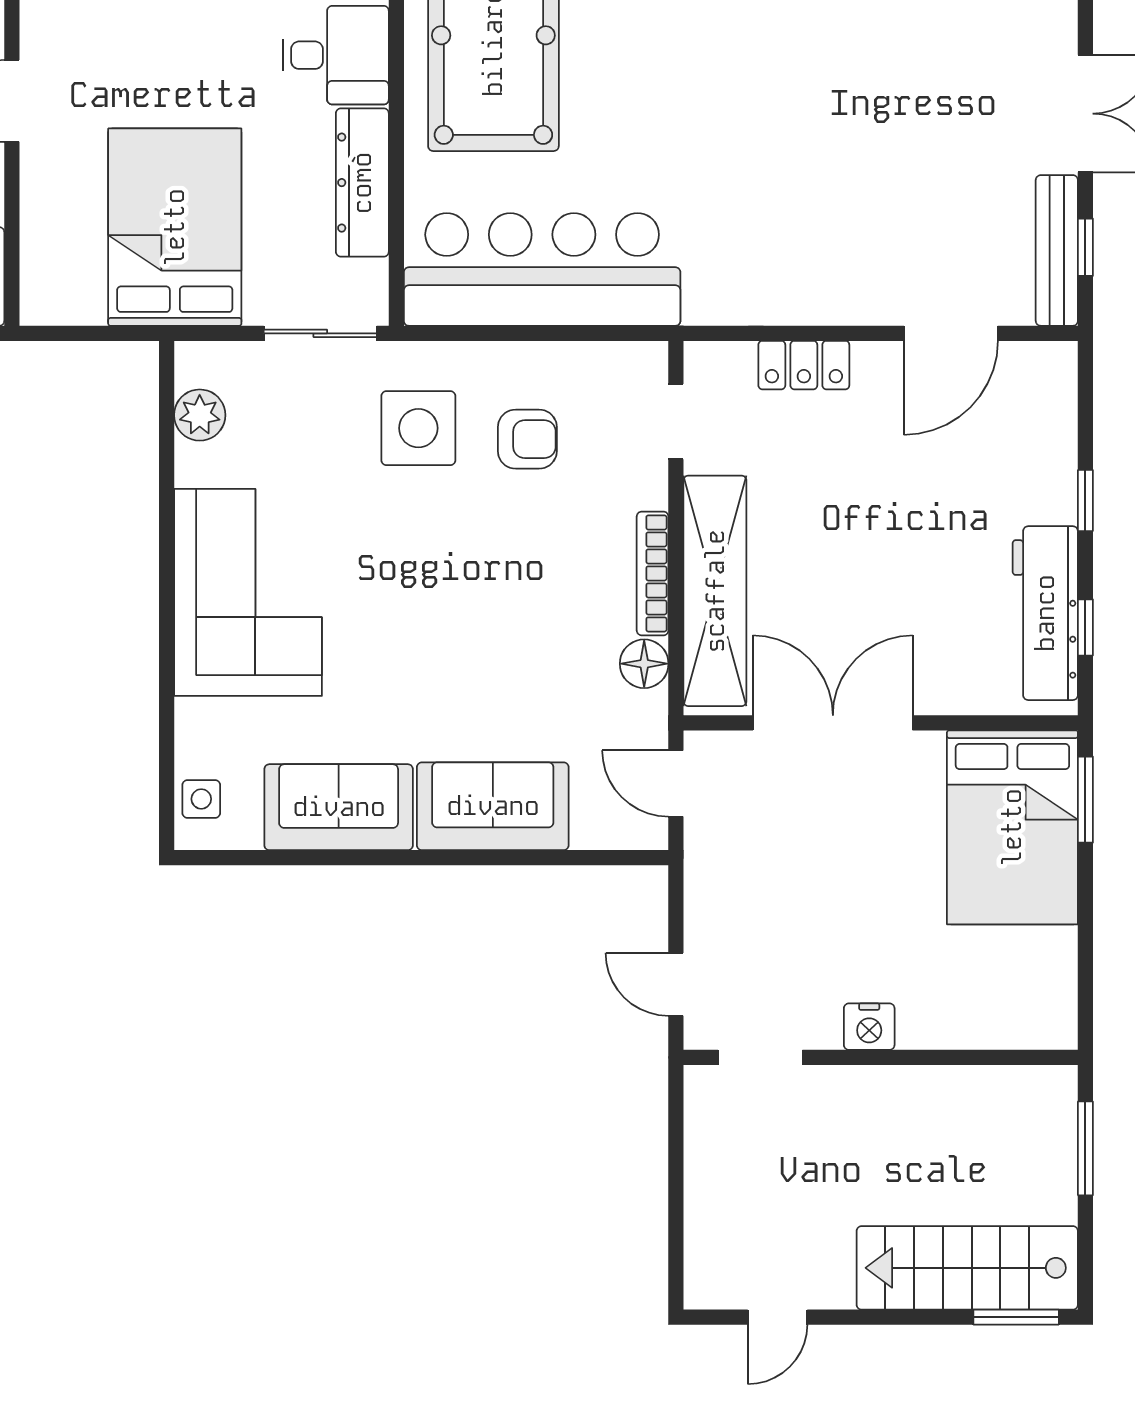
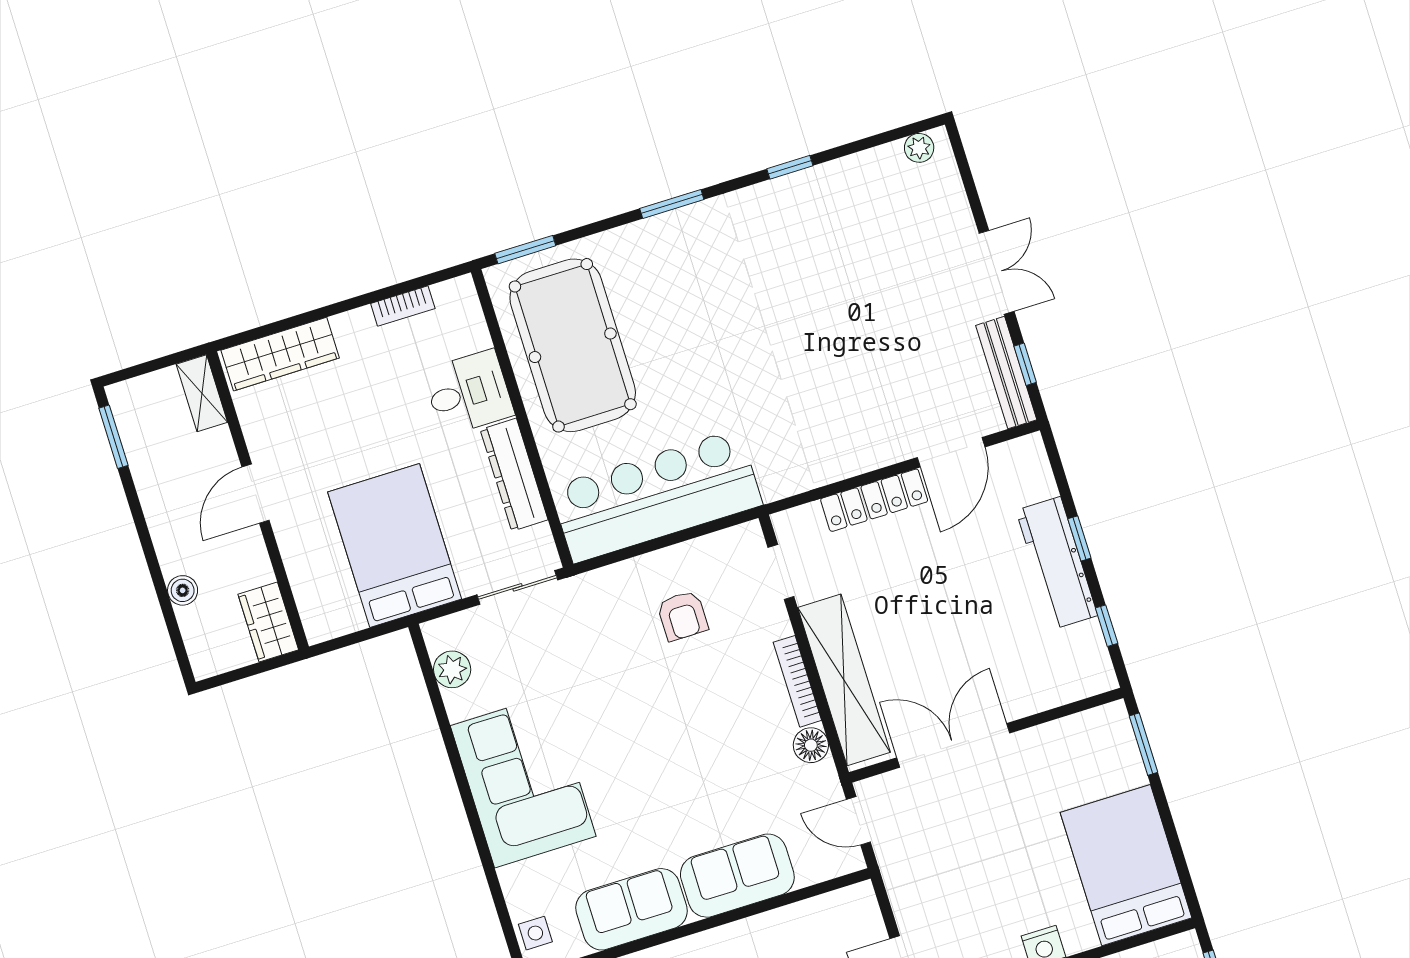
locker: (804, 365) -> (874, 500), width x1.53
side table: (418, 428) -> (605, 632), removed
armchair: (527, 439) -> (682, 616), turned 90
workbench: (1045, 613) -> (1057, 563), moved
bed: (1012, 827) -> (1126, 865), moved, turned 180

